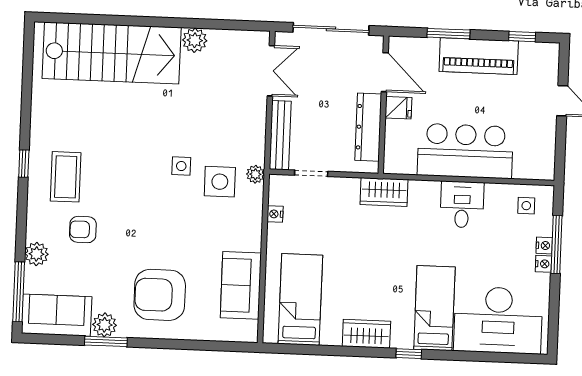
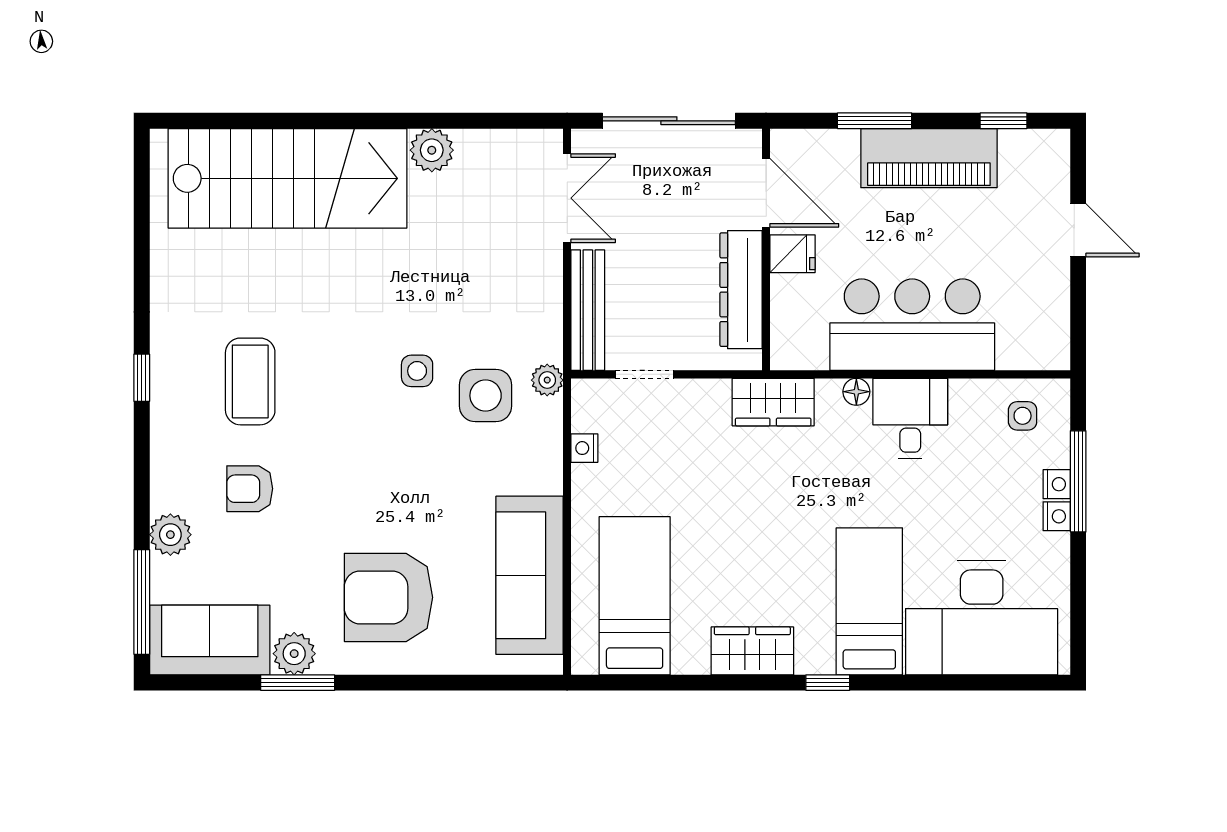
coffee table: (66, 177) -> (250, 381), moved
floor lamp: (432, 188) -> (856, 392), added
sofa: (241, 285) -> (530, 575), width x1.36

